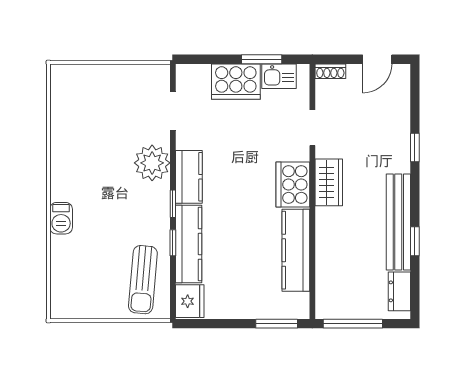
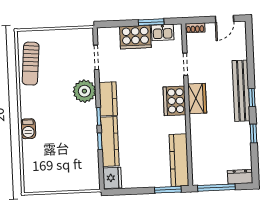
window: (415, 148) -> (252, 98), moved
bench: (398, 222) -> (241, 91), moved
kitchen counter: (296, 250) -> (179, 160), moved
sun lounger: (143, 280) -> (31, 64), moved
dresser: (399, 291) -> (240, 177), moved, turned 90

